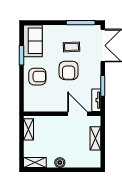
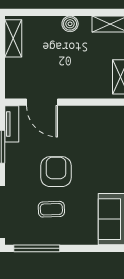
armchair: (37, 77) -> (106, 162), removed
shelving: (95, 138) -> (13, 38), moved

